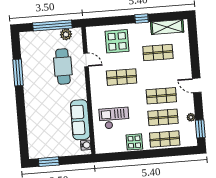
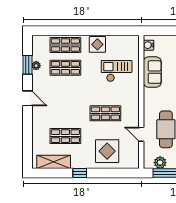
shop shelf: (161, 96) -> (65, 91), removed
checkout: (114, 118) -> (117, 71), turned 180
sofa: (80, 120) -> (152, 72), width x0.73
window: (200, 129) -> (27, 65), moved

